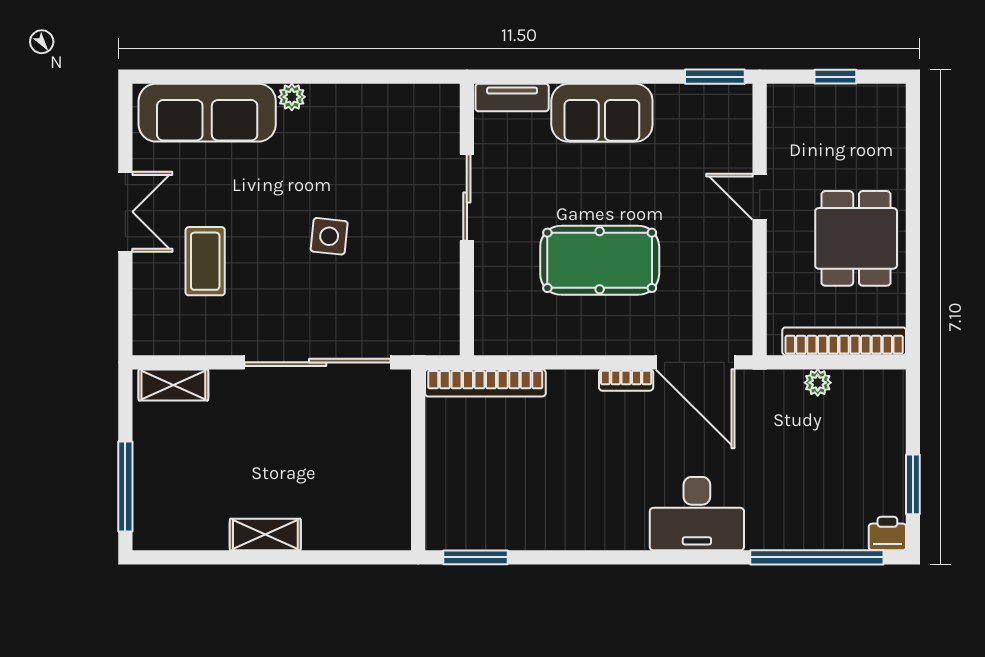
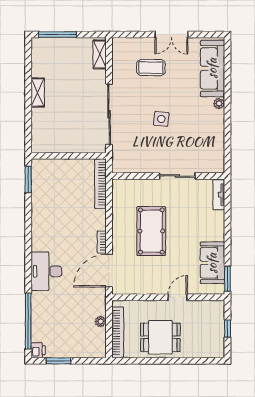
sofa: (602, 113) -> (212, 263), moved

